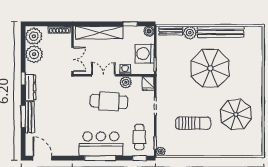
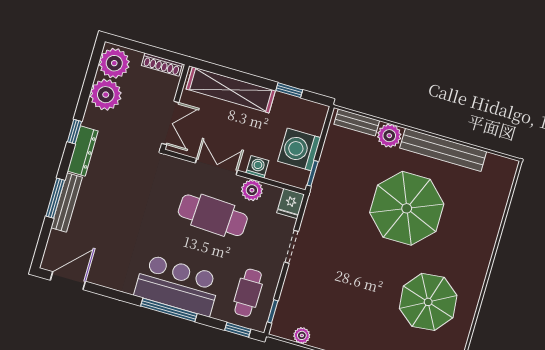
boiler: (149, 31) -> (318, 112), removed
sun lounger: (193, 123) -> (349, 296), removed
plant: (161, 151) -> (302, 335), moved
door: (42, 158) -> (68, 281), hinge flipped

